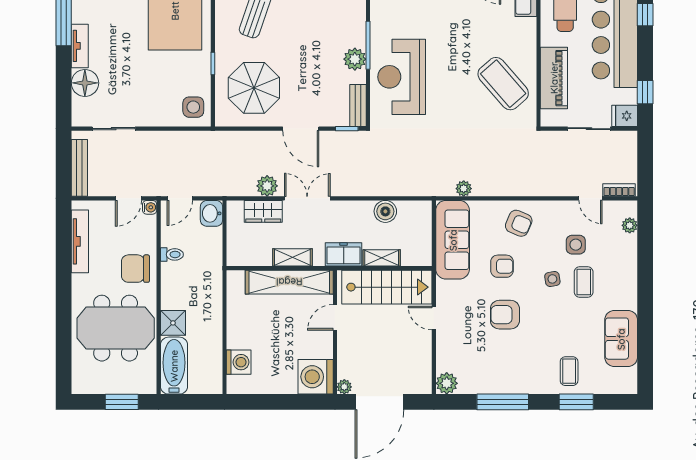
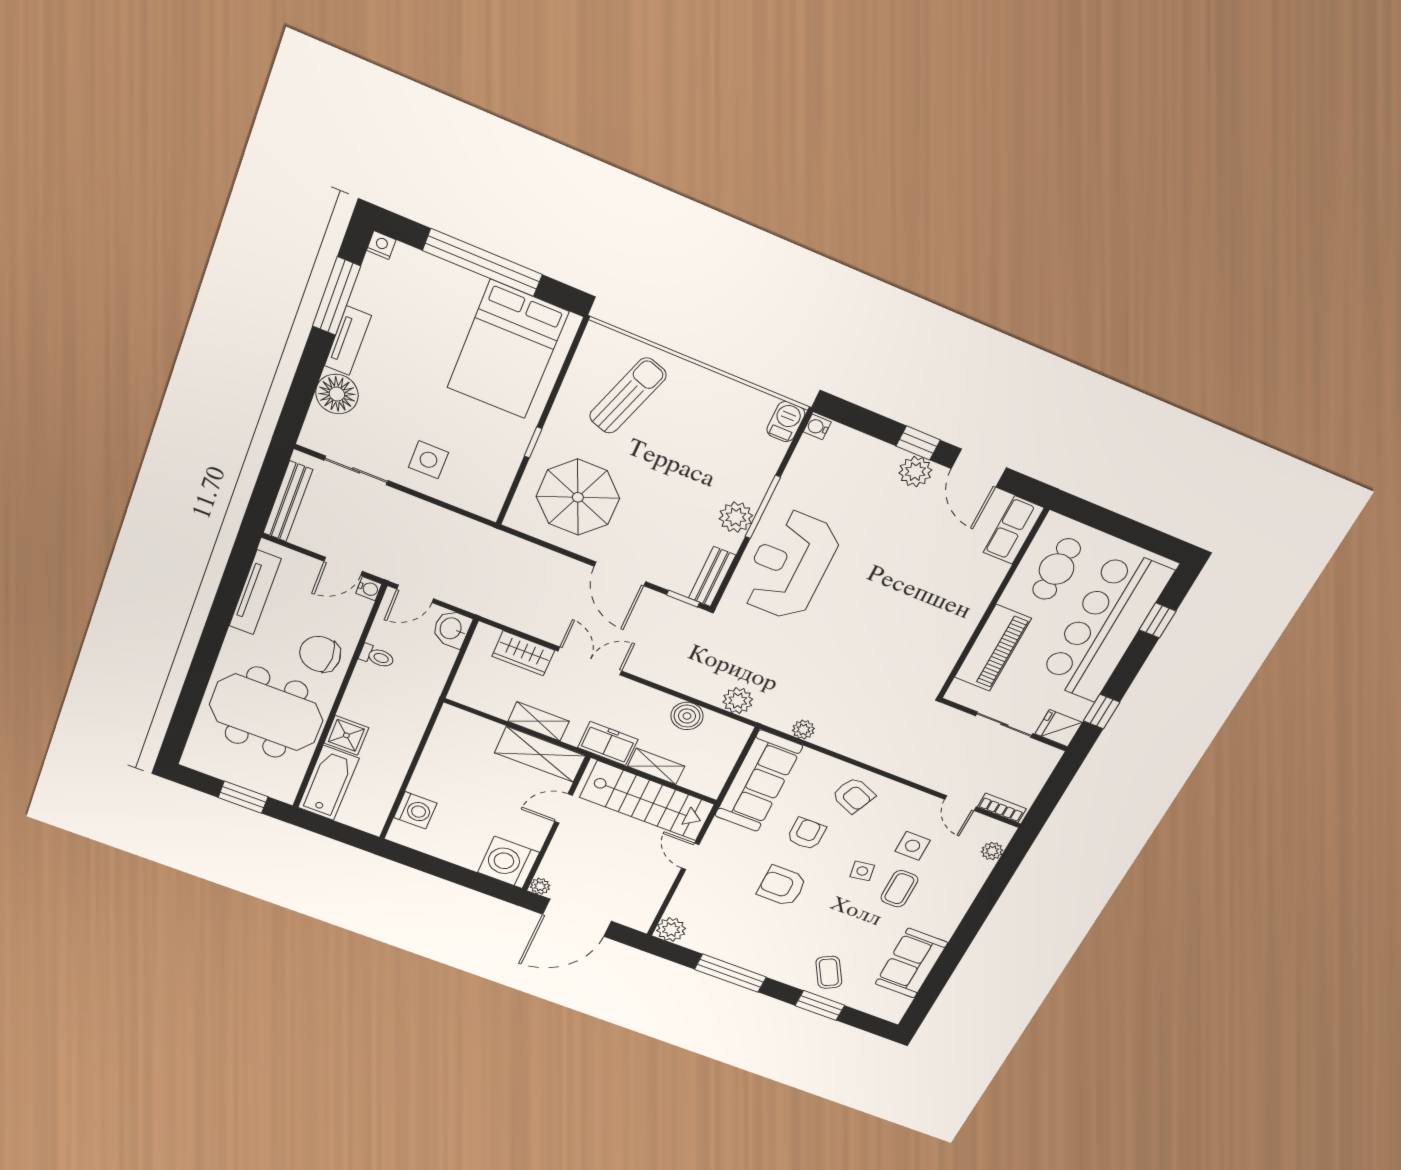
coffee table: (503, 84) -> (922, 628), removed
side table: (193, 107) -> (428, 460), moved
plant: (267, 186) -> (738, 701), moved
armchair: (502, 266) -> (806, 834), turned -90
shelving: (289, 282) -> (540, 754), width x0.68
coffee table: (569, 371) -> (829, 972), turned -30

